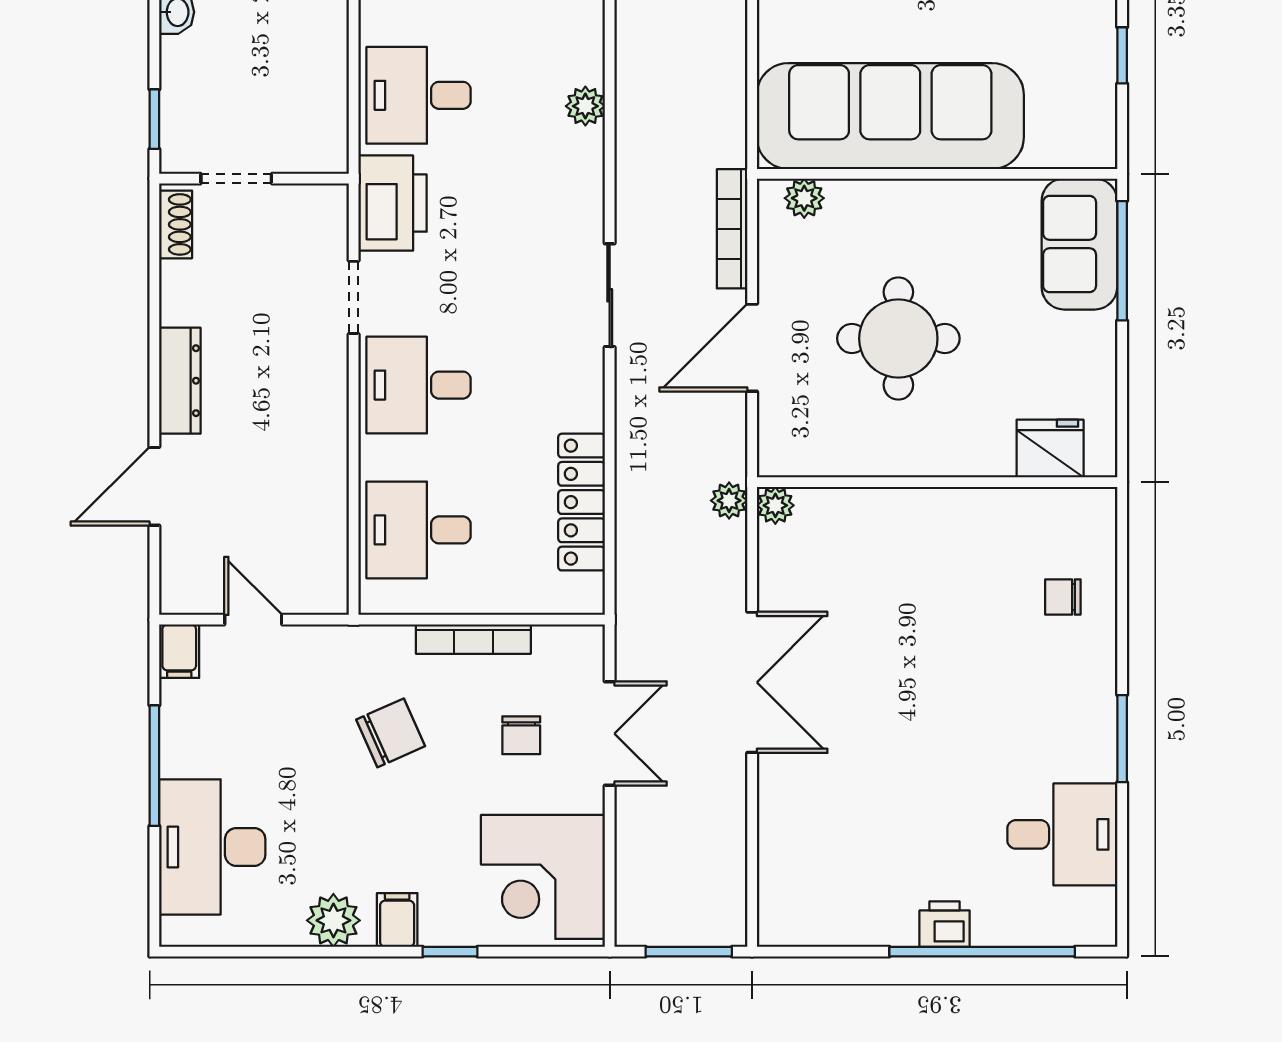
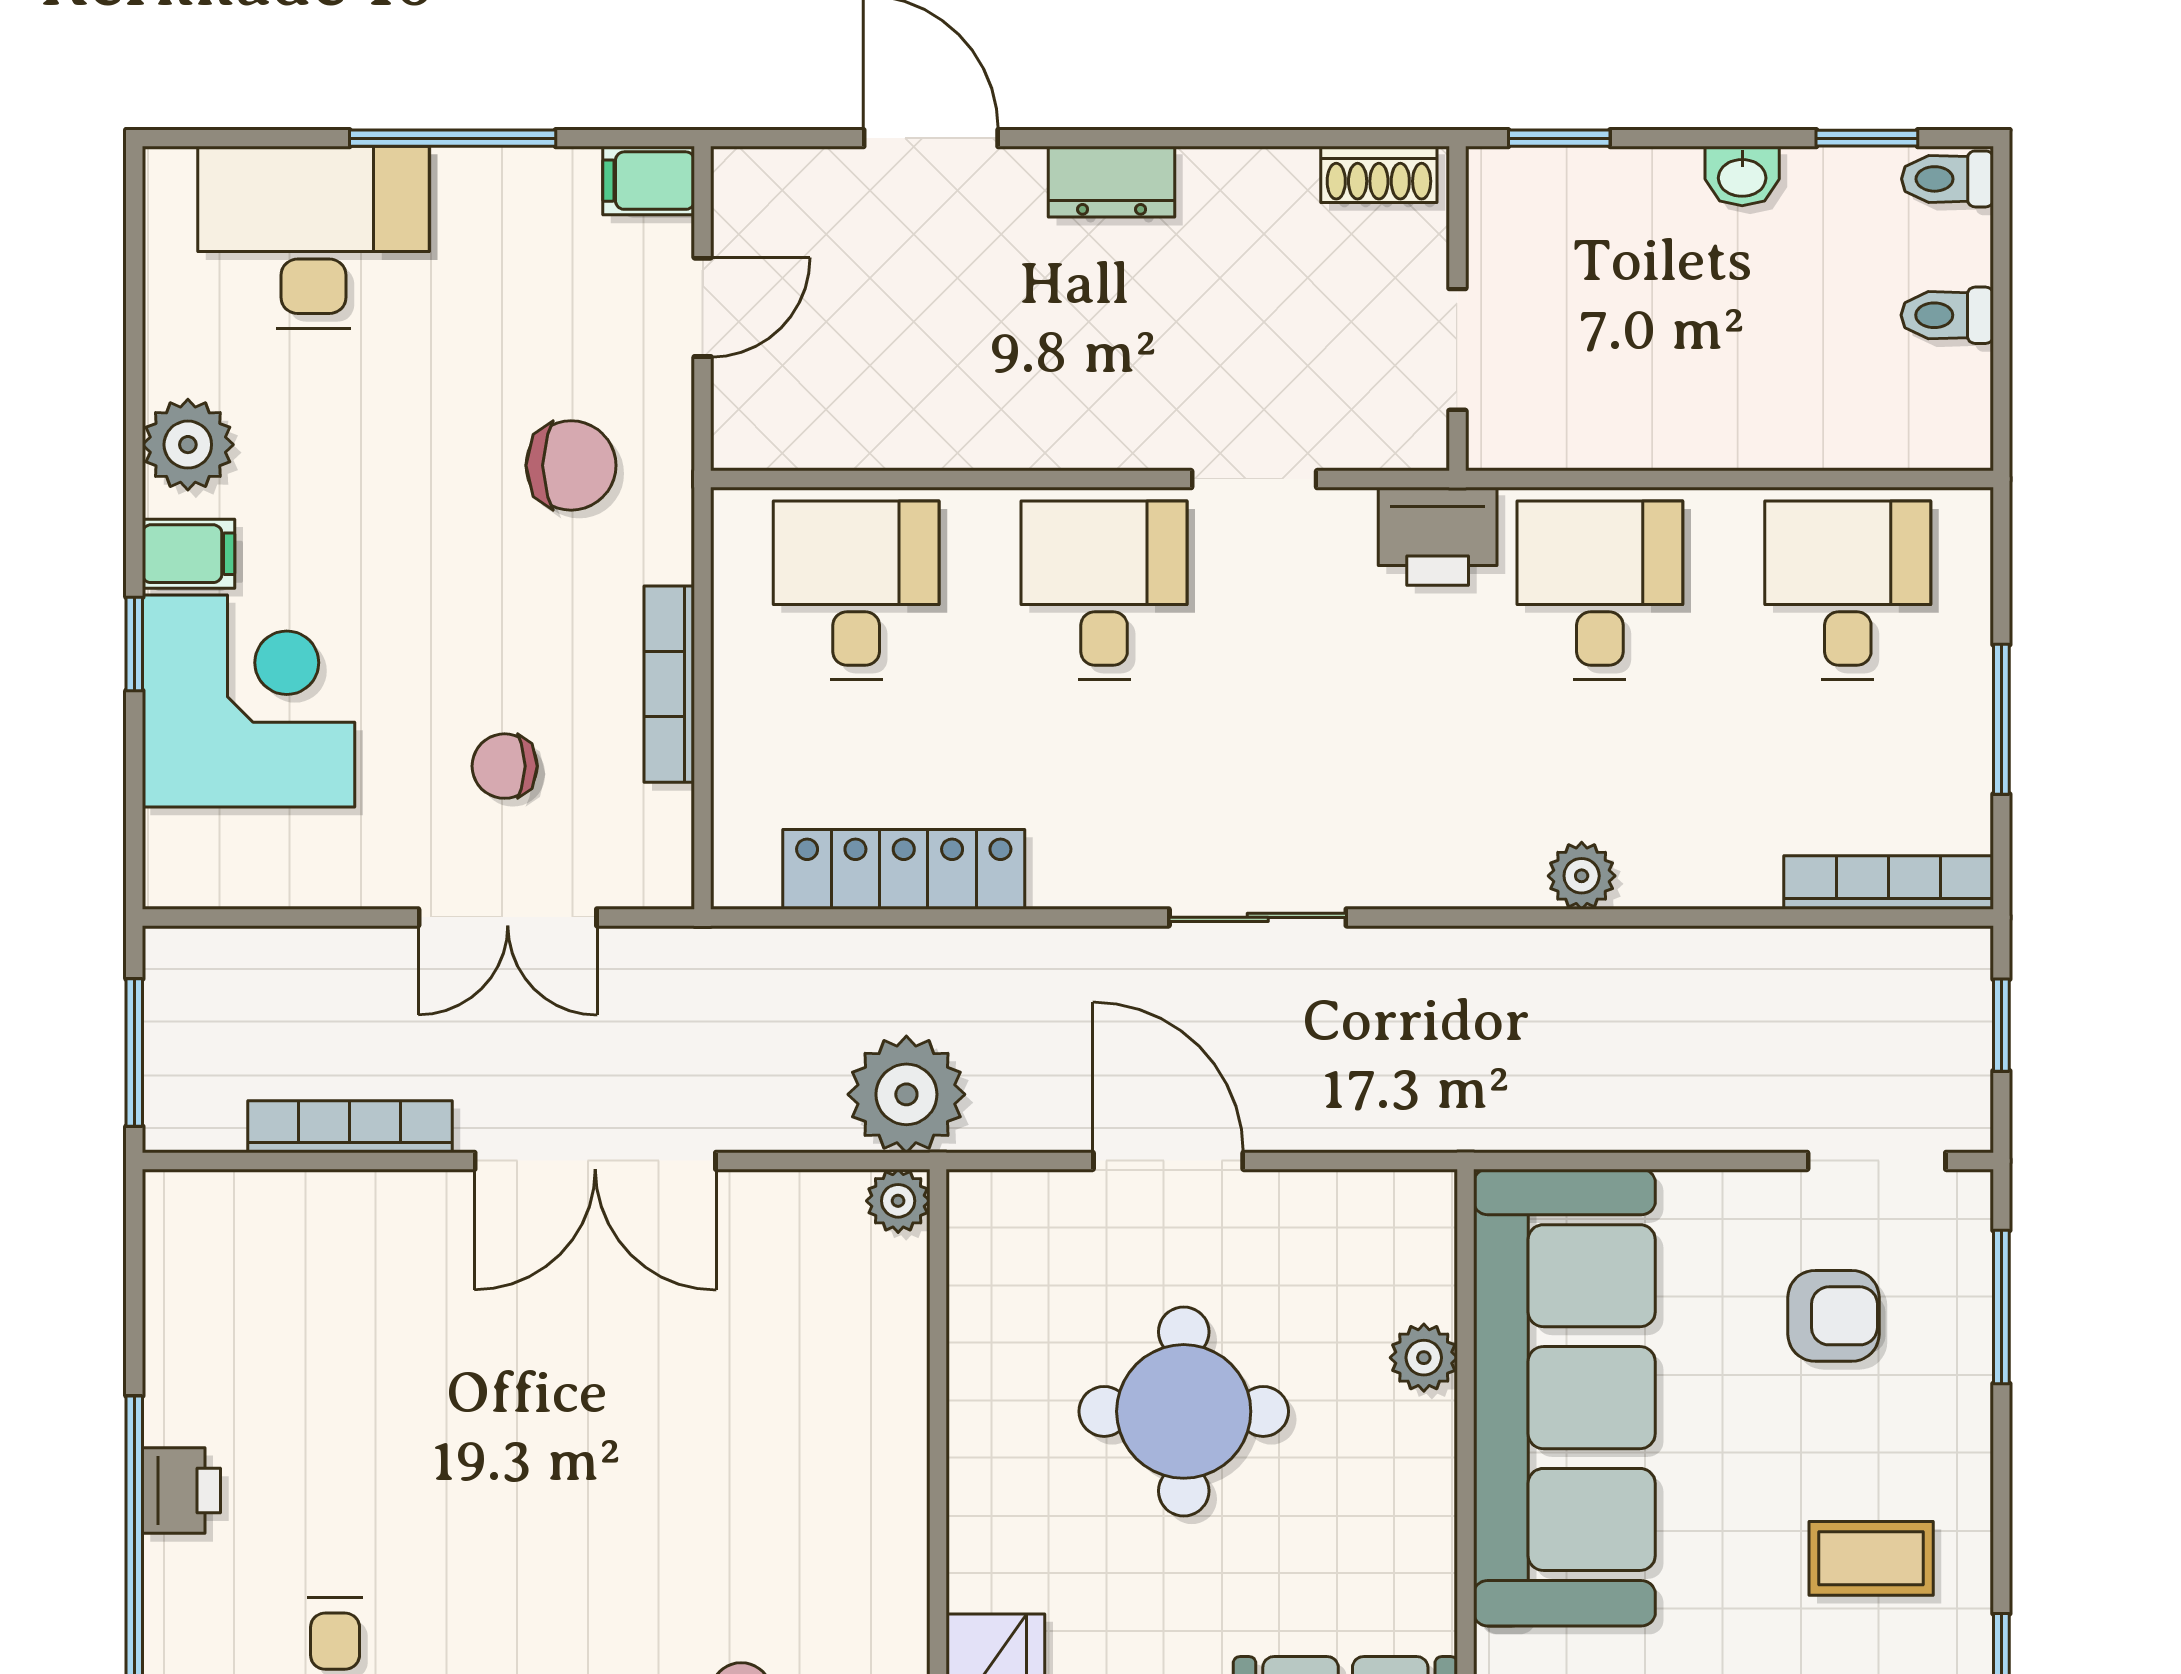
doorway: (236, 179) -> (1457, 349), moved
plant: (804, 198) -> (1424, 1358), moved
printer: (393, 203) -> (1438, 536), width x0.73, depth x0.84
bookcase: (732, 229) -> (350, 1127), moved
dresser: (180, 381) -> (1112, 182), width x0.70
plant: (729, 501) -> (906, 1094), width x1.87, depth x1.87
chair: (391, 733) -> (571, 465), moved, turned -66
corner desk: (543, 877) -> (249, 701), moved, turned 90

